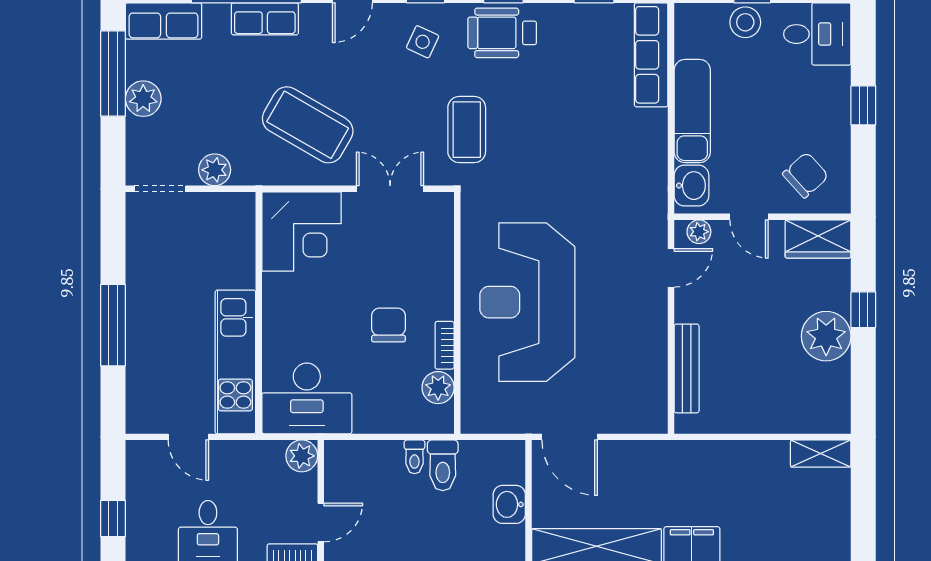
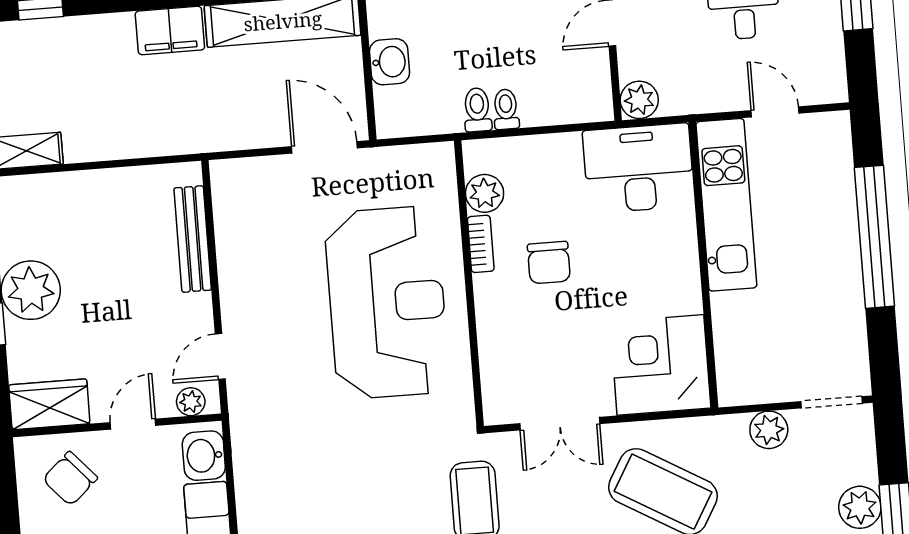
door: (749, 217) -> (133, 424), hinge flipped
window: (113, 325) -> (874, 237), width x1.46
toilet: (443, 465) -> (477, 110), width x0.73, depth x0.72

